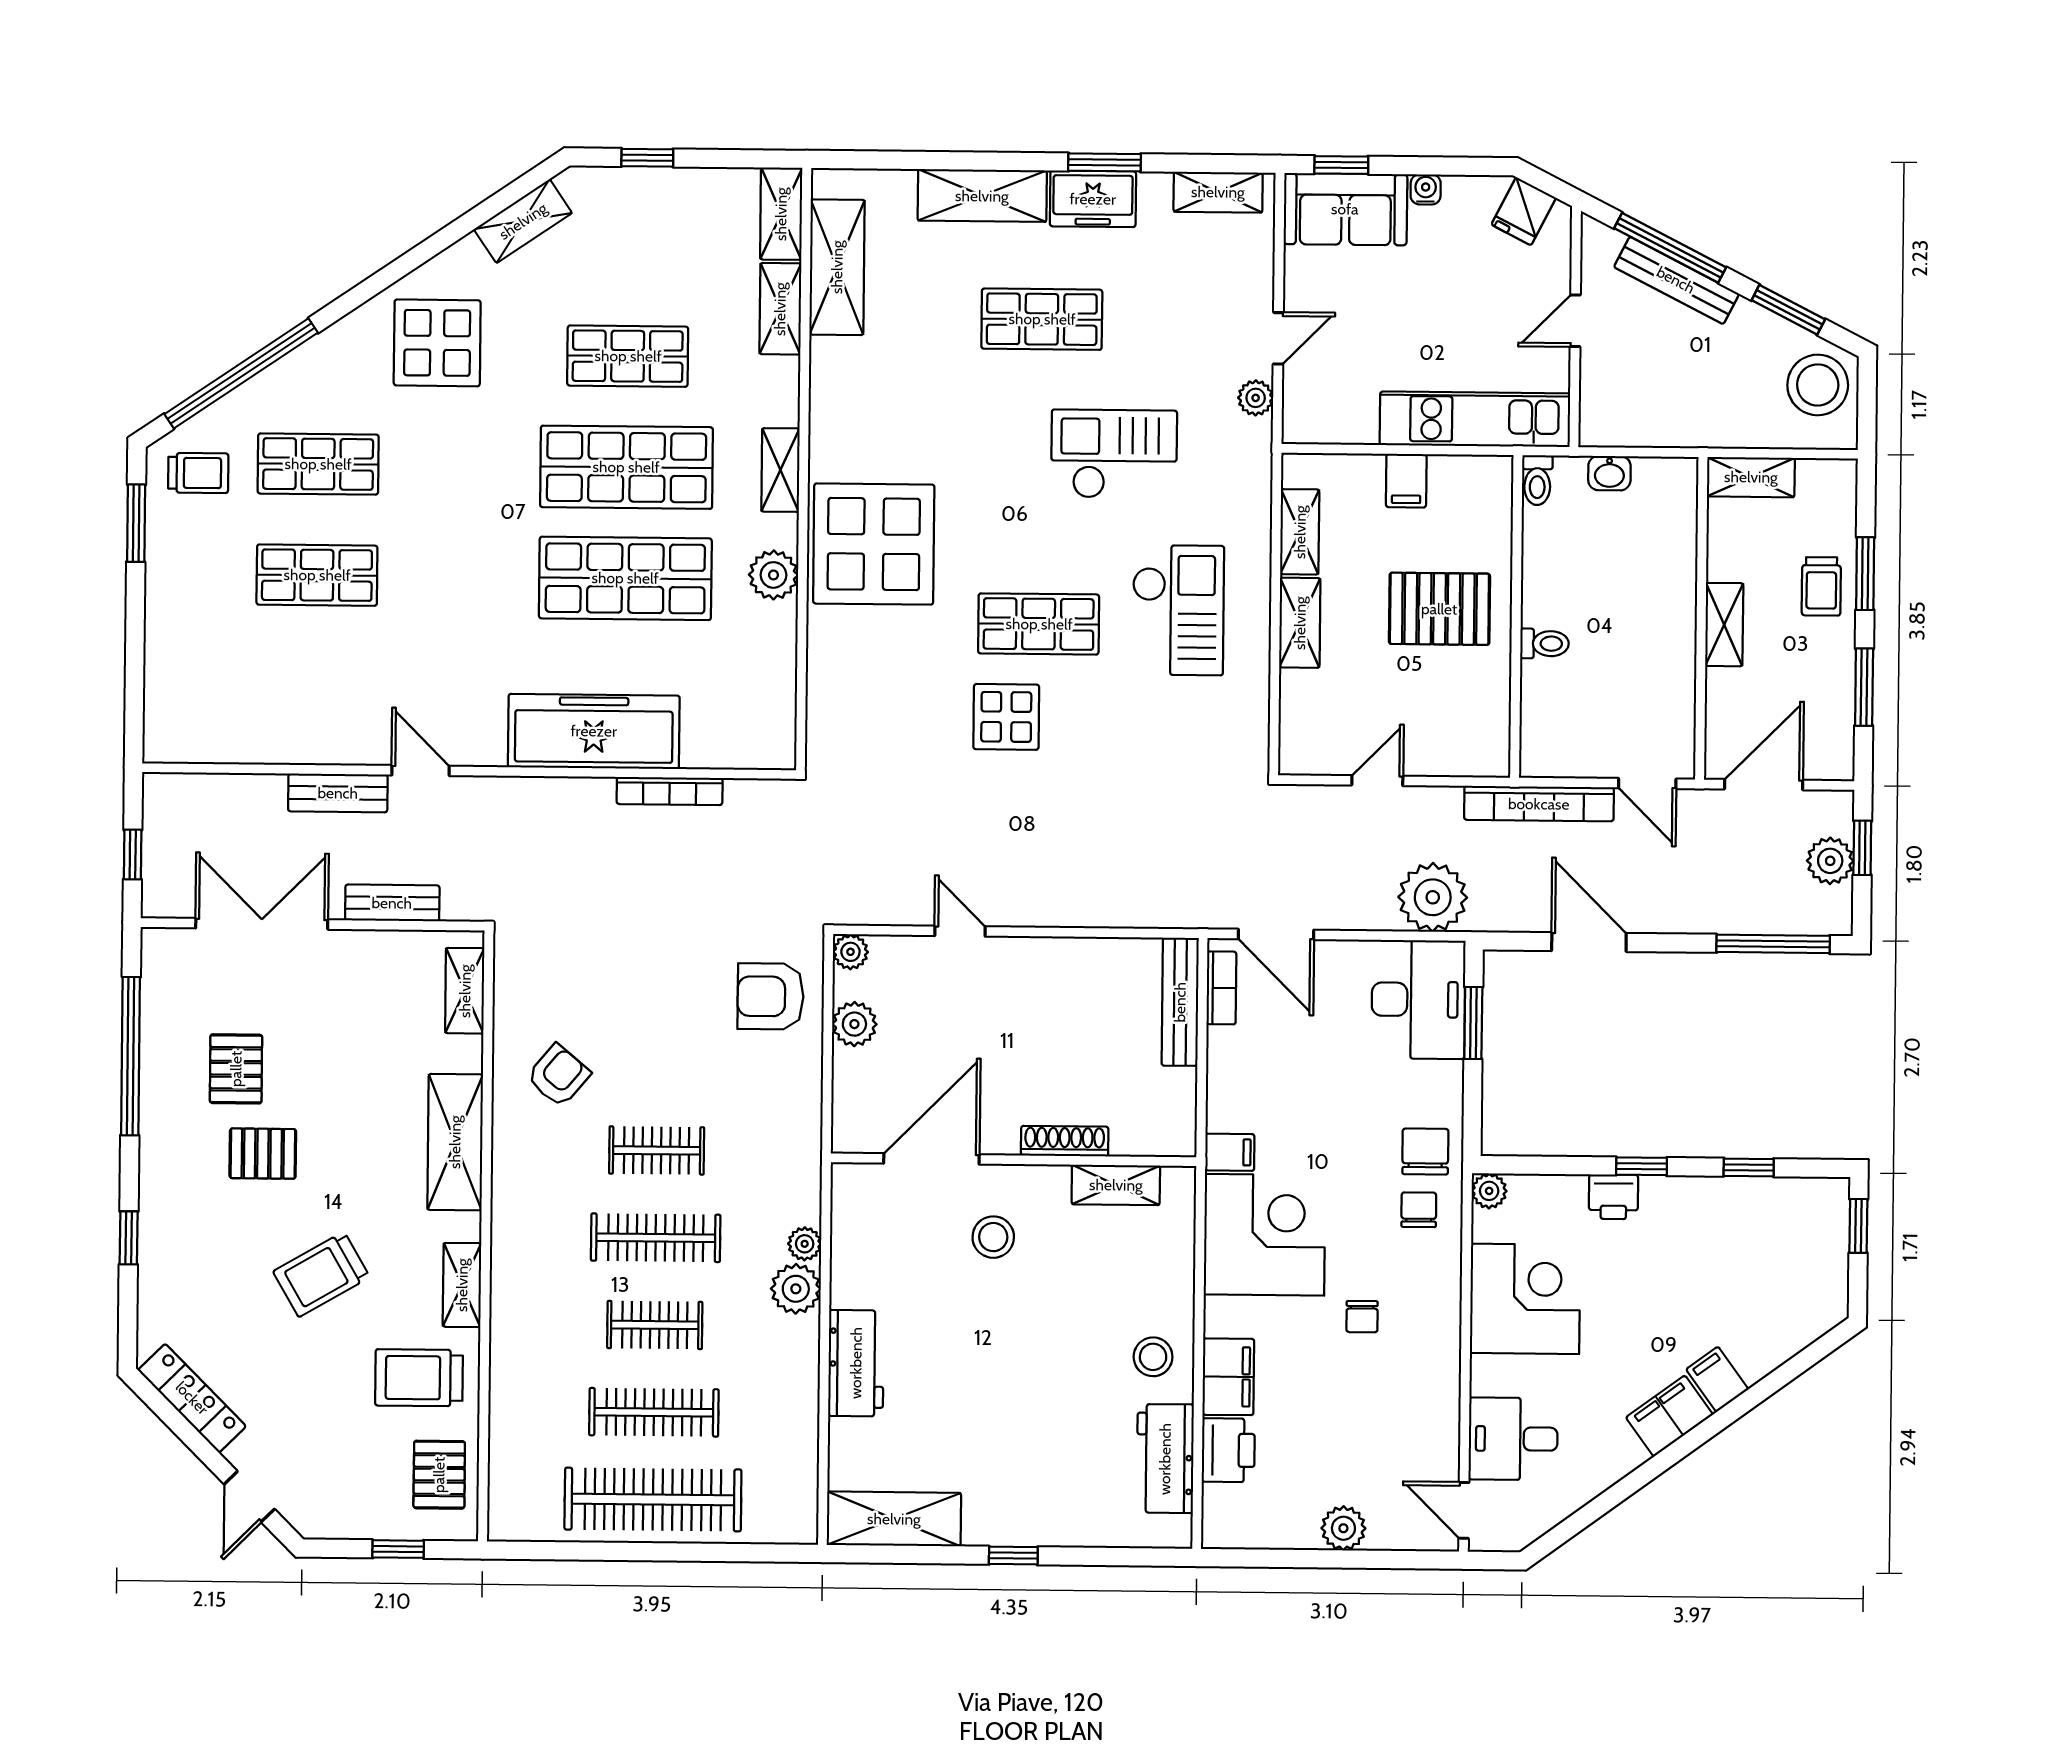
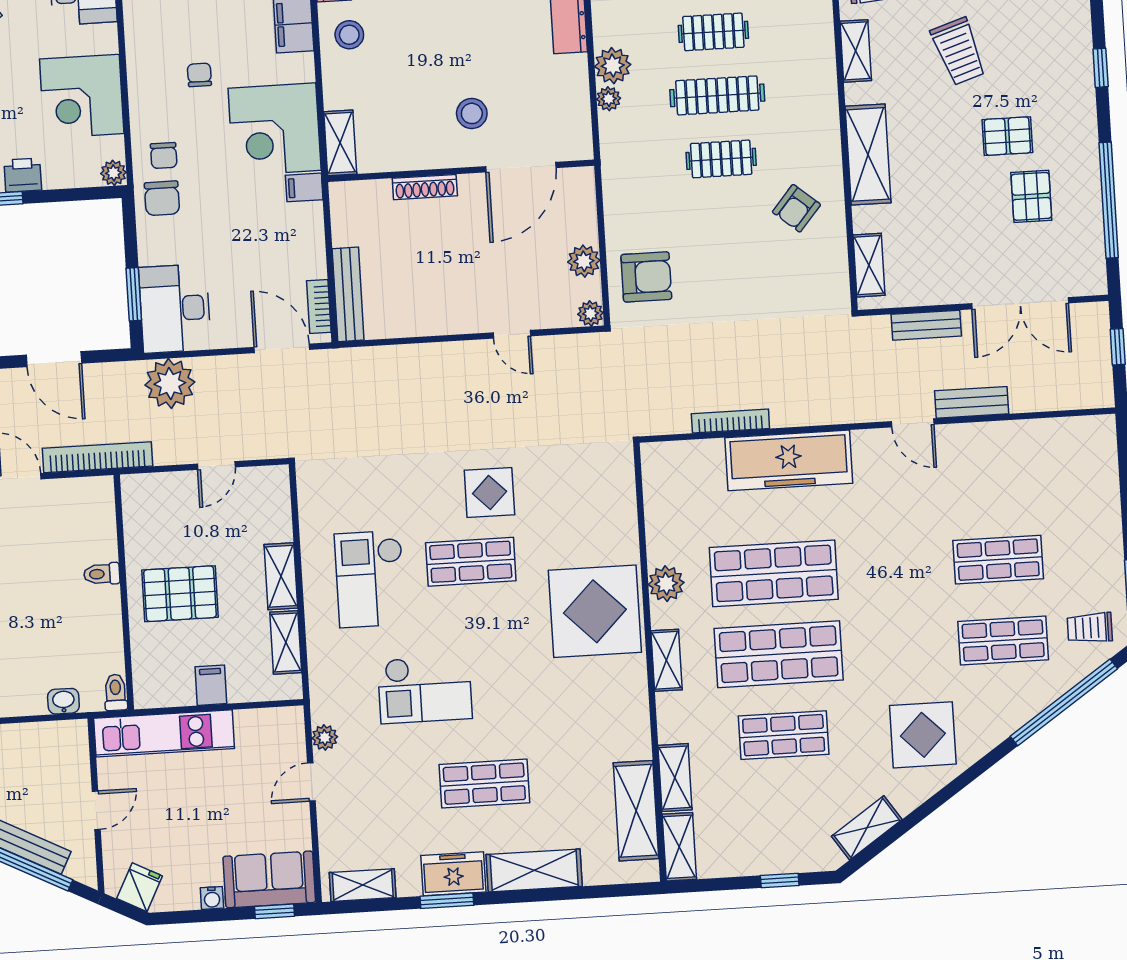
shelving: (1116, 1185) -> (340, 143), moved, turned 90
trolley: (321, 1274) -> (958, 51), turned 102

